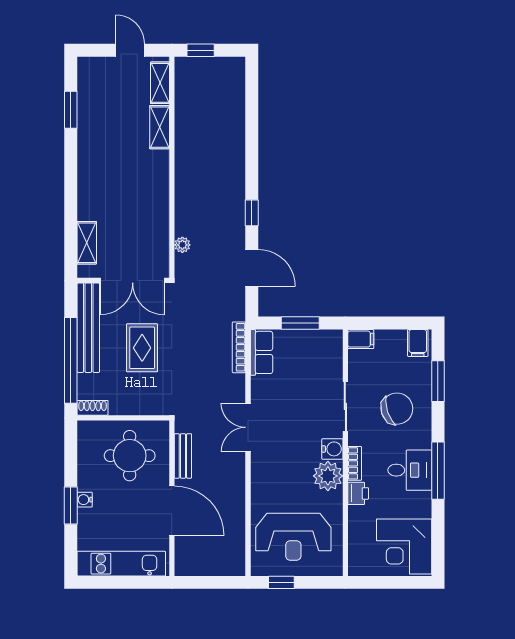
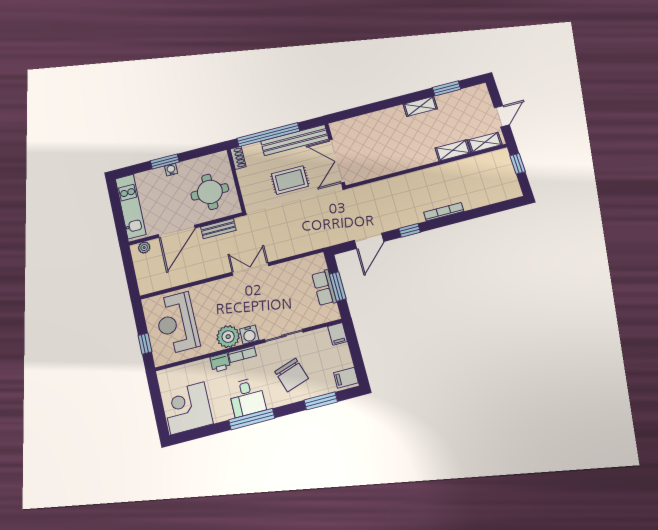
shelving: (87, 243) -> (420, 106), moved
plant: (182, 245) -> (144, 248), moved
bookcase: (239, 347) -> (444, 212), moved
row of seats: (262, 352) -> (324, 288), moved, turned 90
window: (281, 582) -> (145, 344), moved

